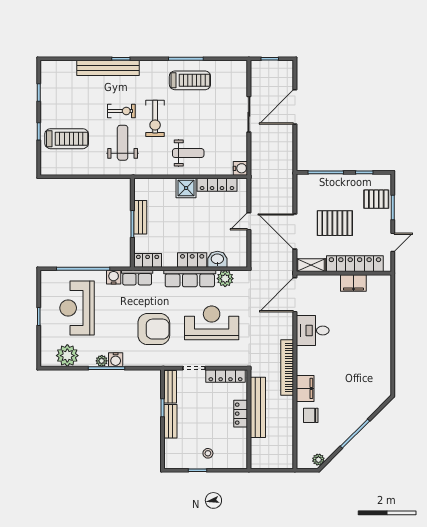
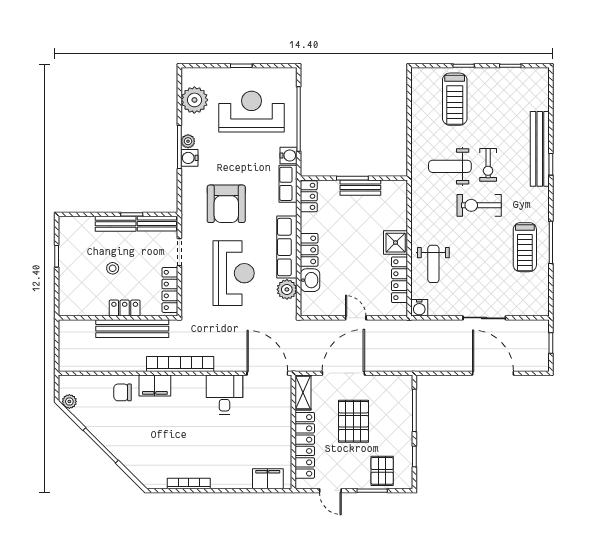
weight bench: (123, 143) -> (450, 166), turned 180
weight bench: (188, 153) -> (433, 264), moved
filing cabinet: (353, 283) -> (268, 479), moved, turned 90
bookcase: (387, 360) -> (189, 484), added
chair: (311, 415) -> (123, 392), turned -90
stool: (208, 453) -> (113, 268), moved

